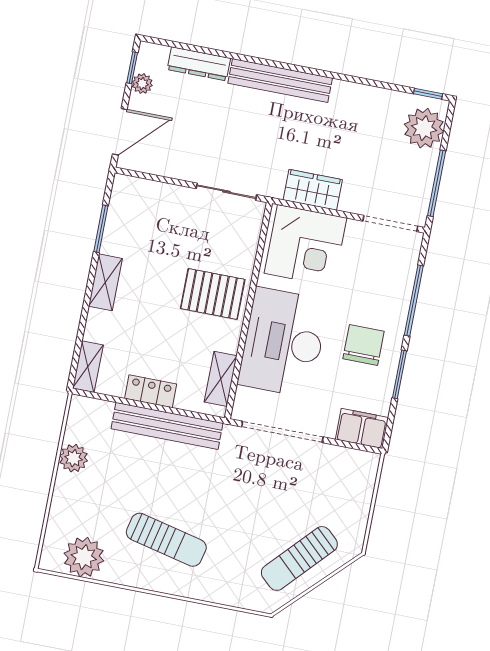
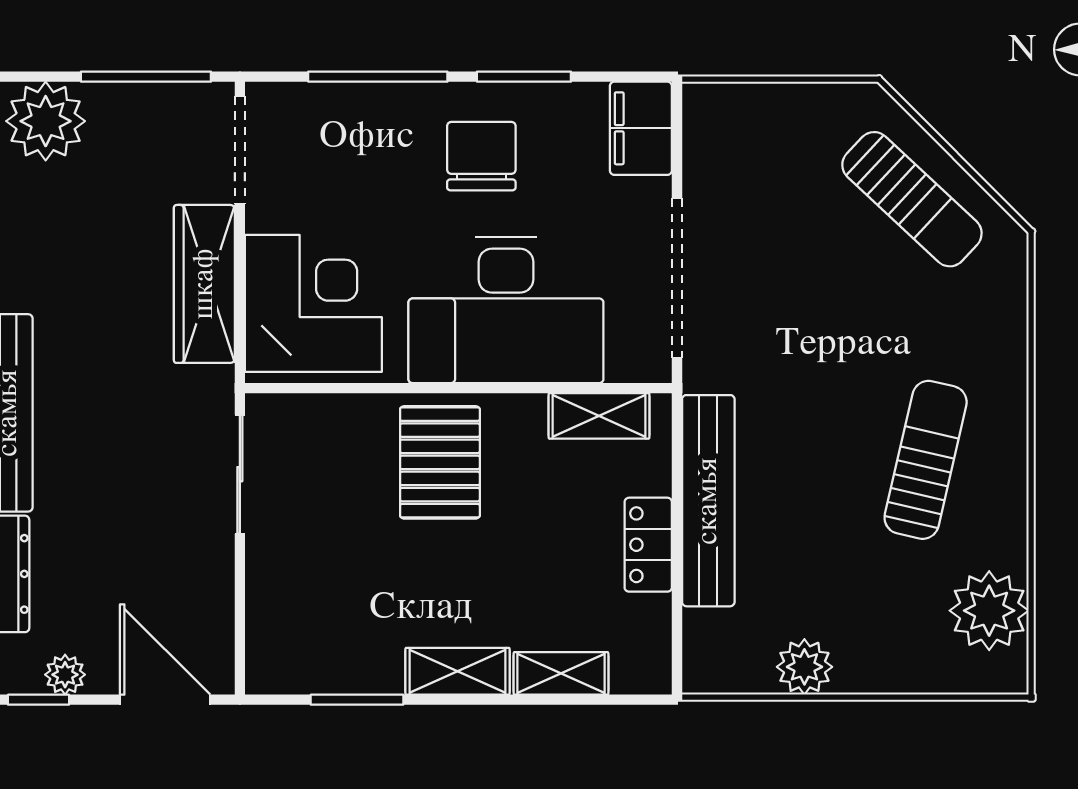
wardrobe: (313, 190) -> (204, 284), width x1.50
chair: (363, 345) -> (481, 156), turned 90
shelving: (88, 367) -> (561, 673), moved

